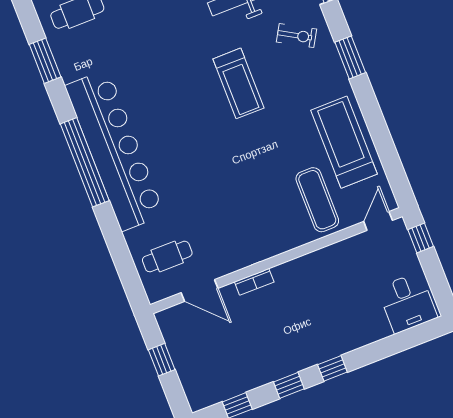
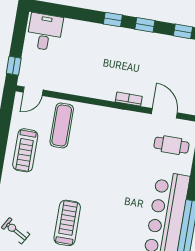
treadmill: (344, 142) -> (25, 150), width x0.73, depth x0.73

